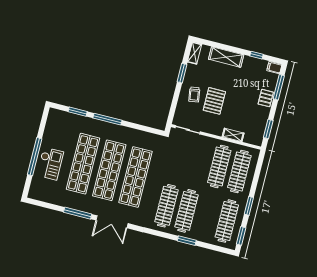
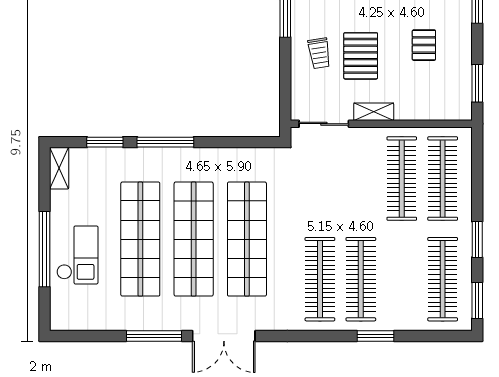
pallet: (266, 98) -> (424, 45), moved
shelving: (52, 119) -> (59, 168), added
shelving: (233, 135) -> (374, 112), moved

